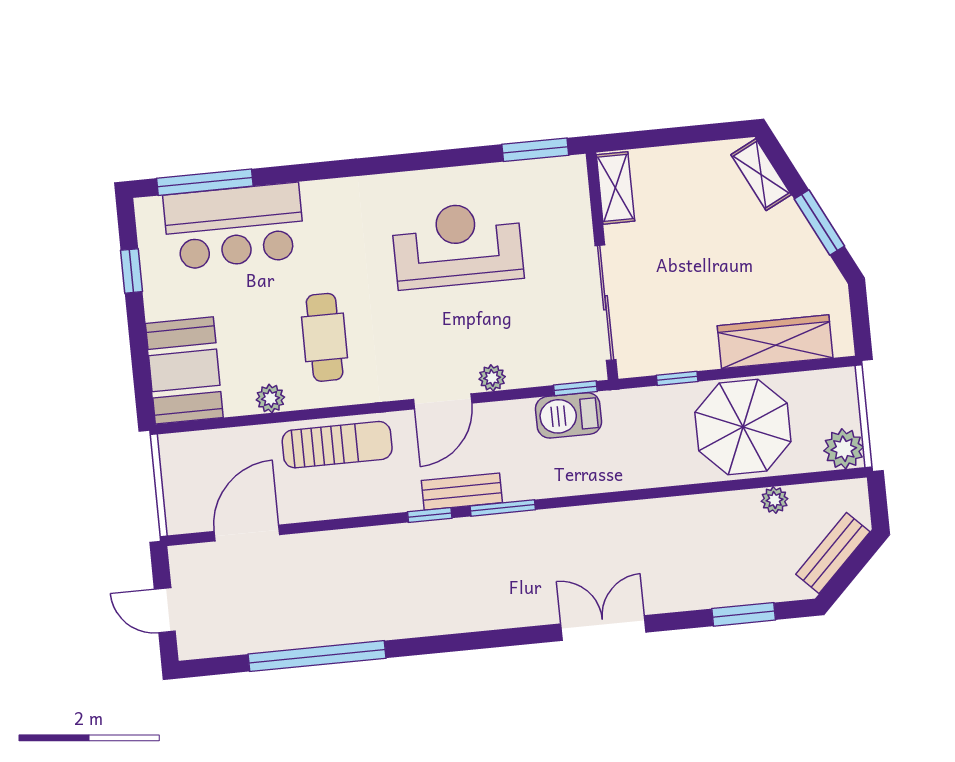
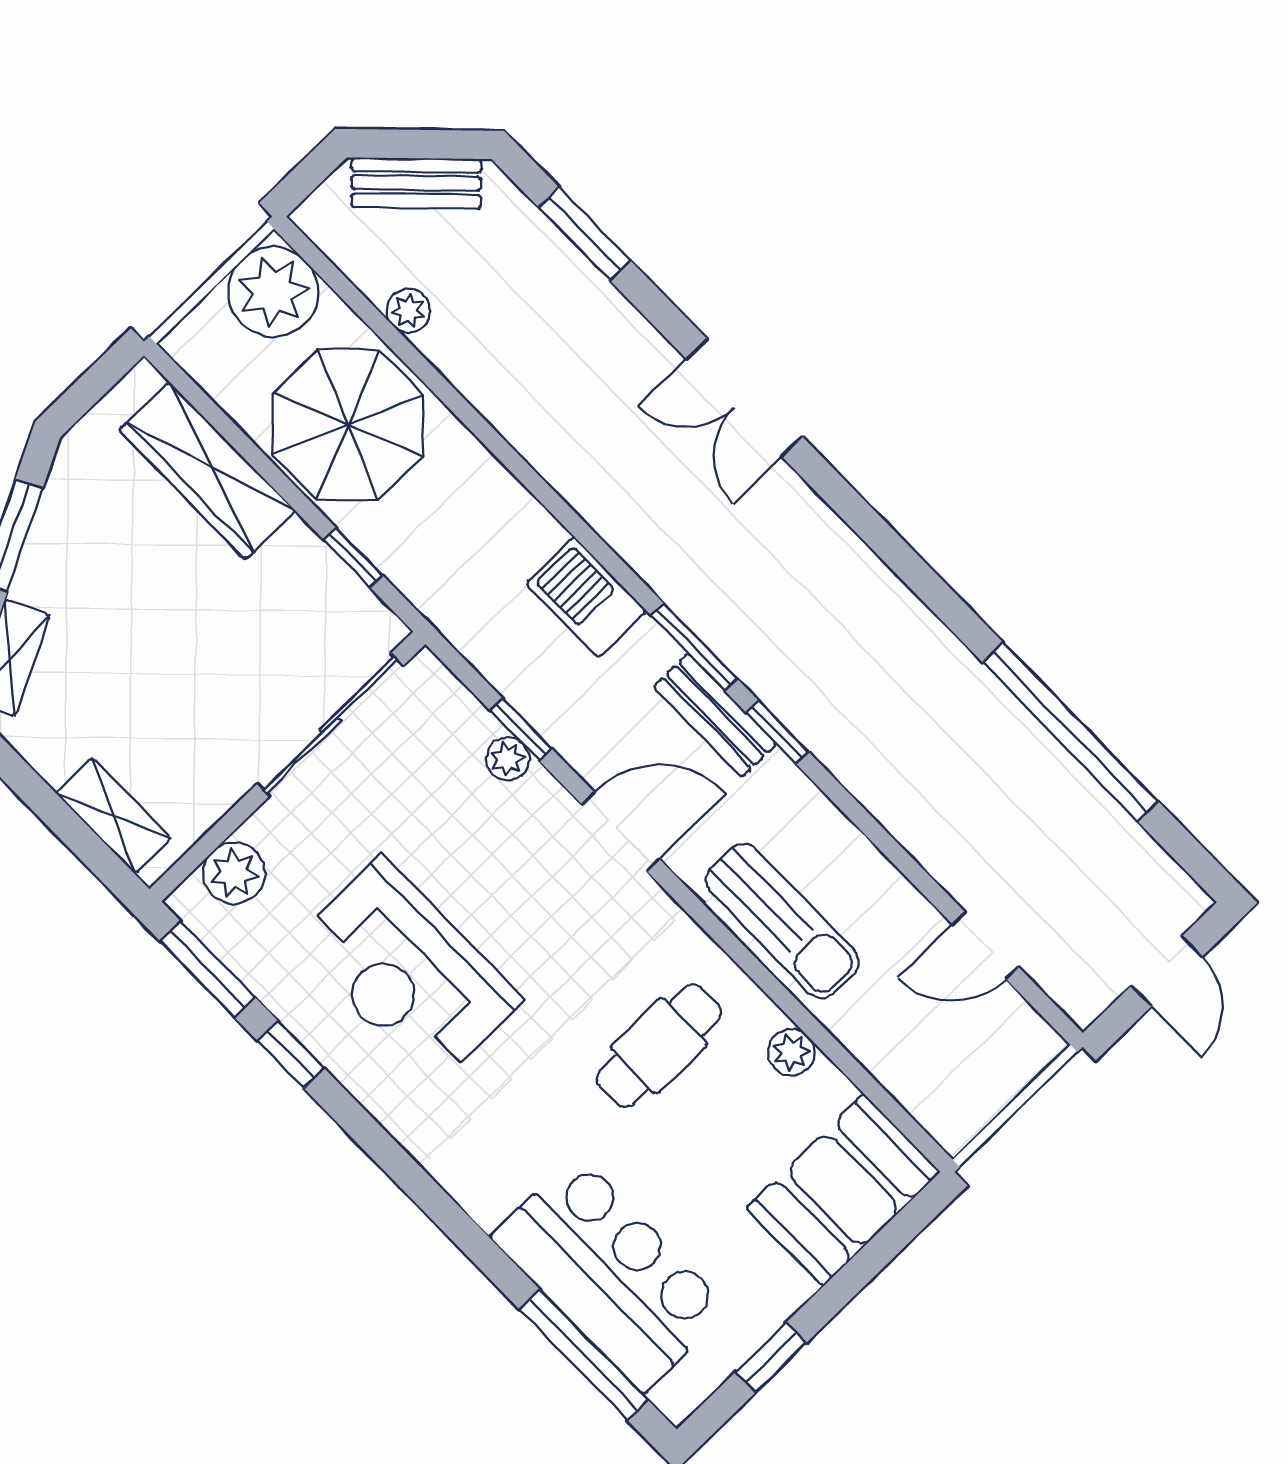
window: (462, 157) -> (291, 1055), added
shelving: (615, 188) -> (113, 816), moved, turned 90
plant: (571, 199) -> (234, 873), added
plant: (492, 378) -> (507, 759), moved
window: (575, 388) -> (521, 729), moved
barbecue: (568, 415) -> (586, 597), moved, turned 180
sun lounger: (337, 445) -> (782, 921), turned 180
plant: (844, 449) -> (273, 292), width x1.36, depth x1.36
door: (247, 533) -> (986, 946), width x0.73

